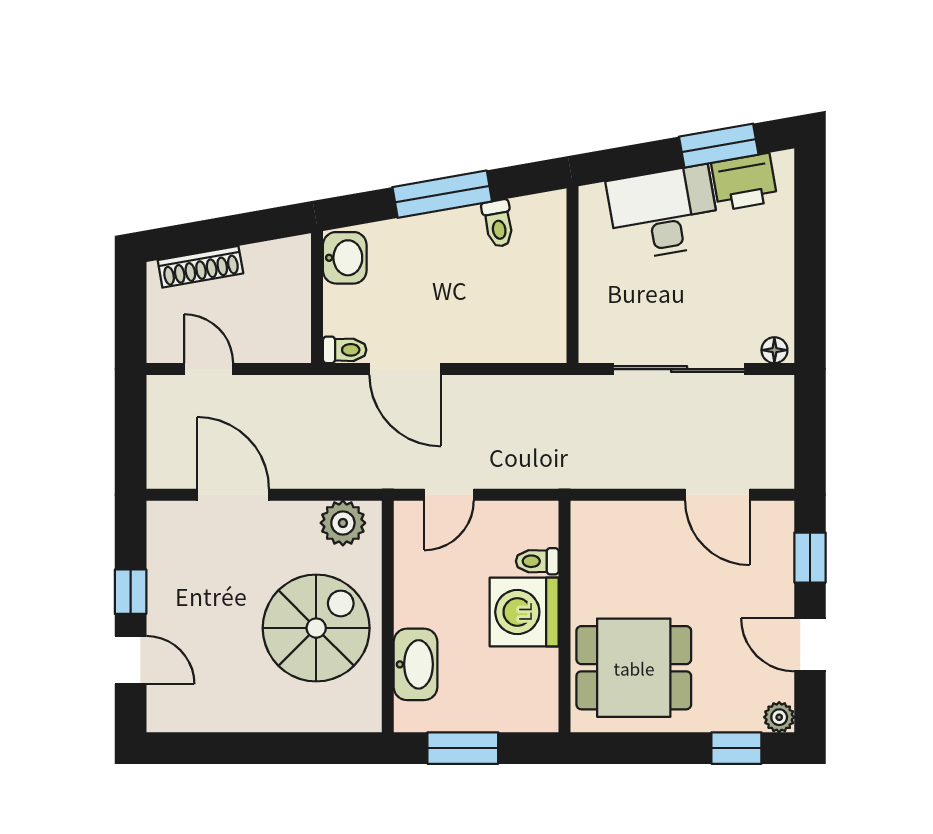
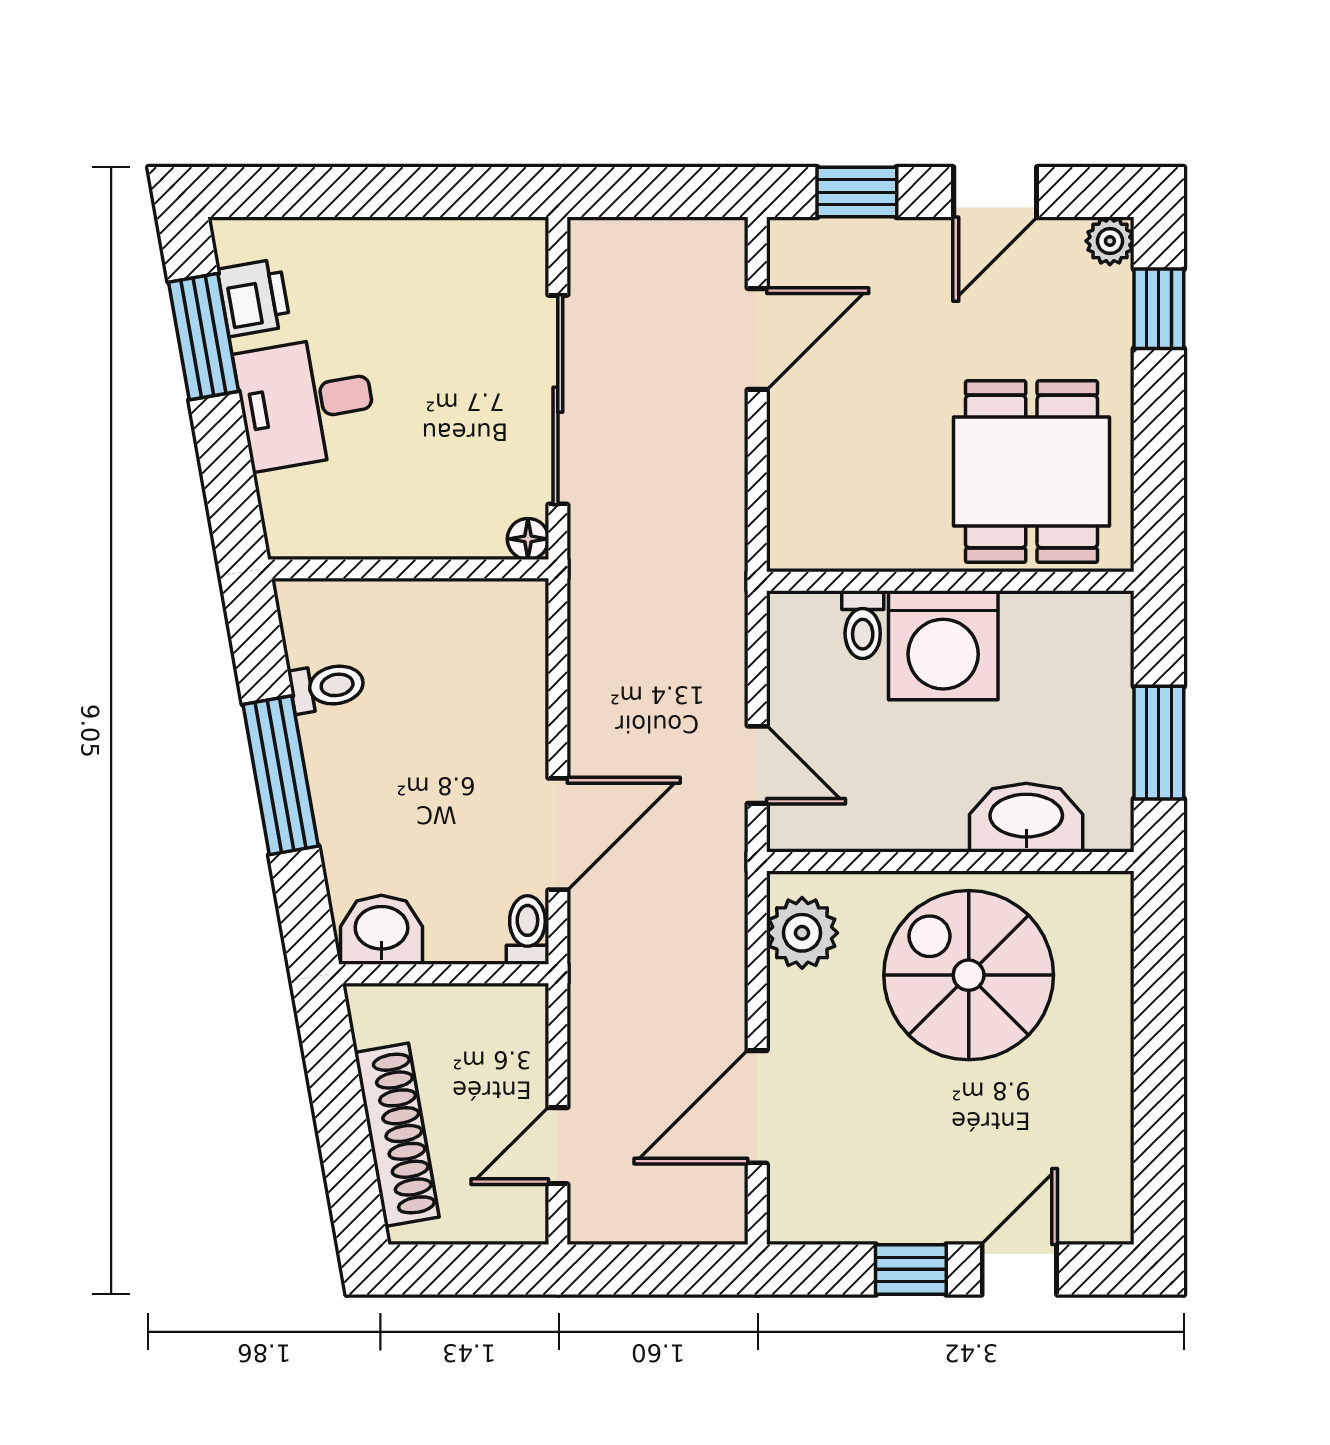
printer: (744, 182) -> (254, 298), width x0.73, depth x0.81
desk: (663, 213) -> (306, 402), width x0.73
shoe rack: (200, 267) -> (397, 1135), width x1.36, depth x1.24
floor lamp: (774, 350) -> (528, 539), moved

